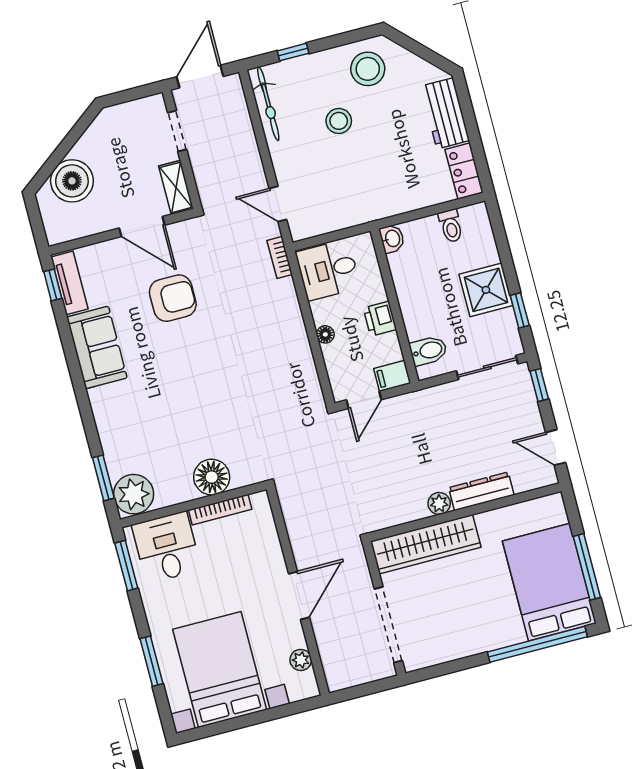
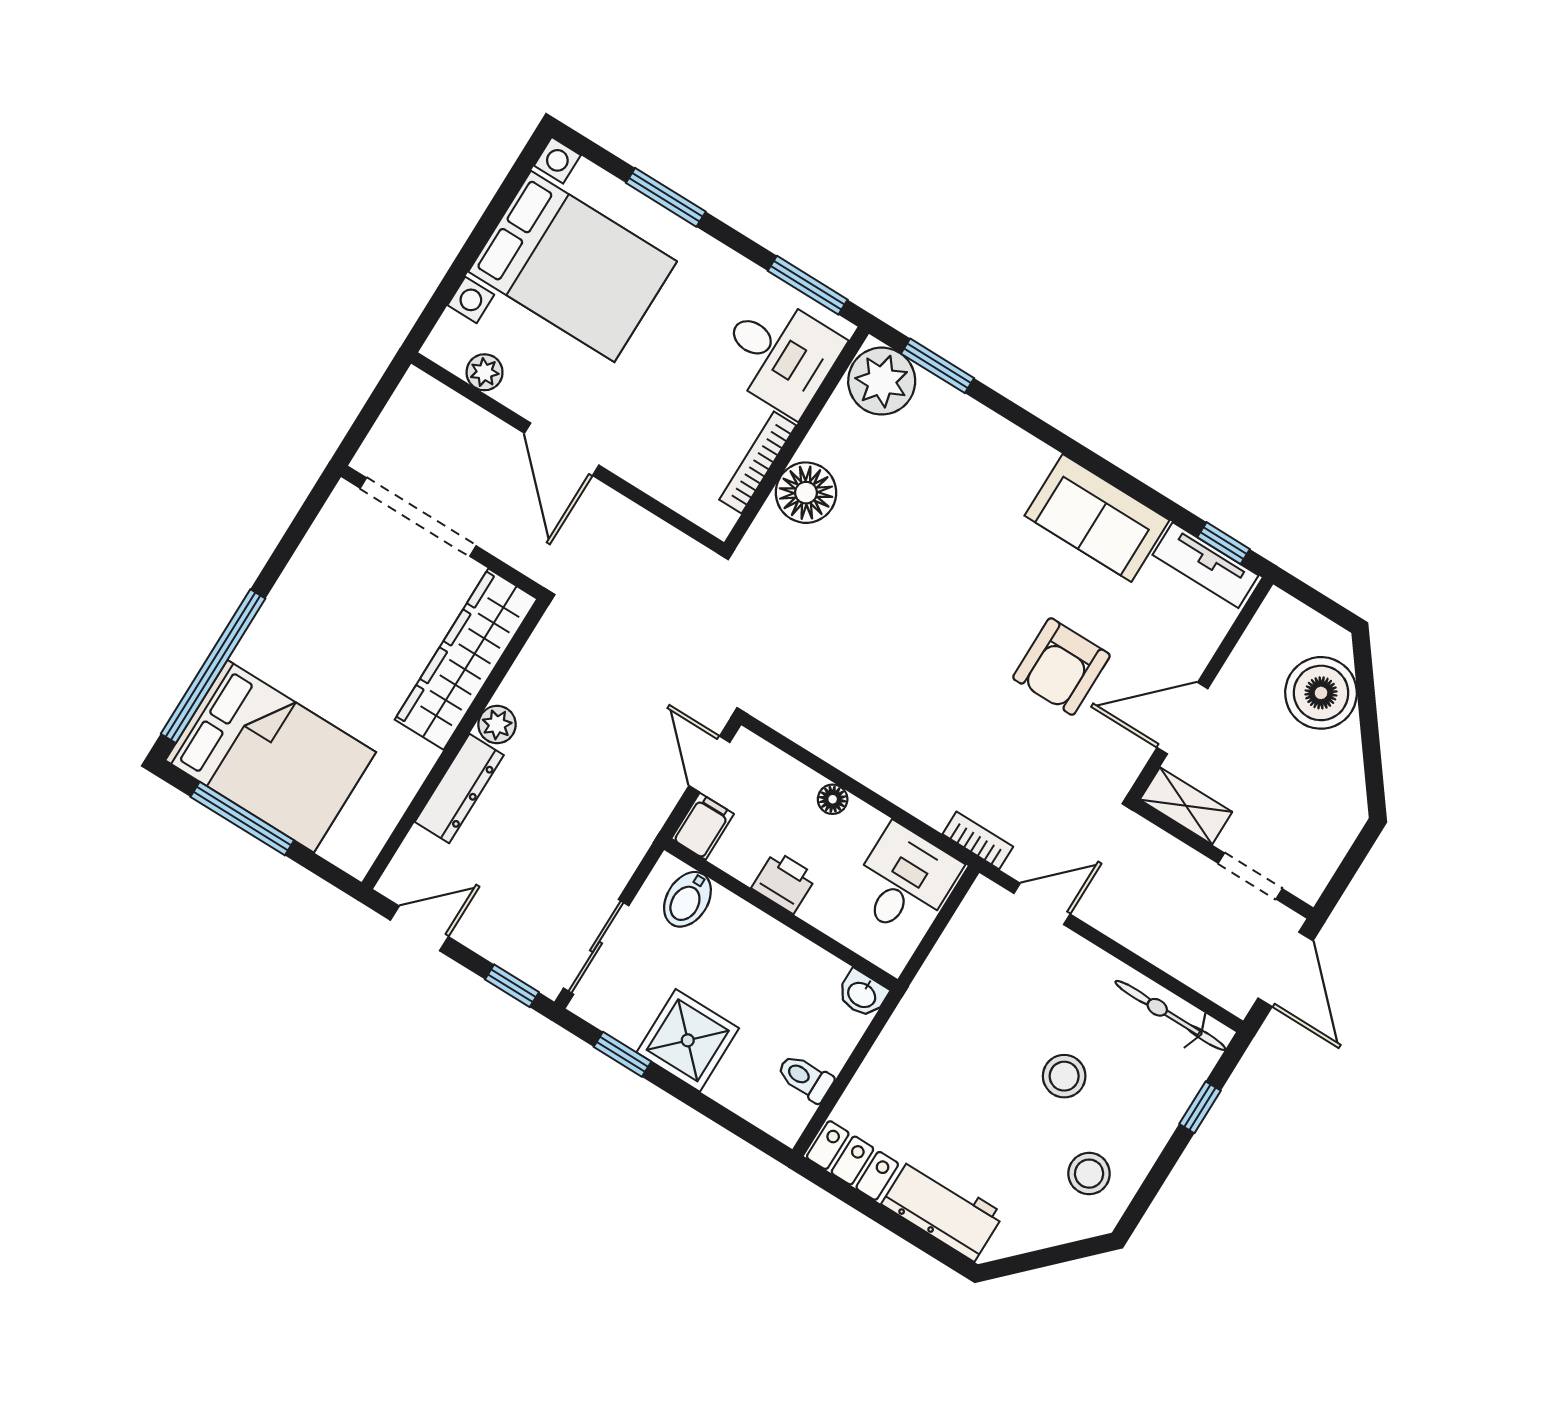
stool: (368, 69) -> (1089, 1174), width x0.73, depth x0.73

